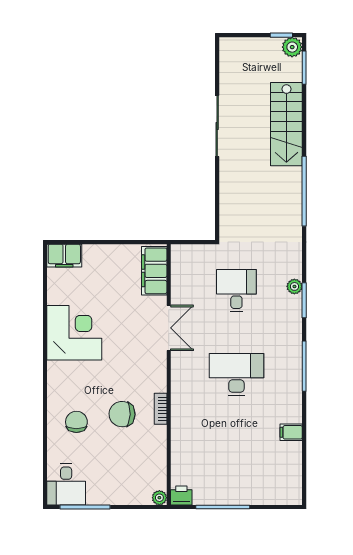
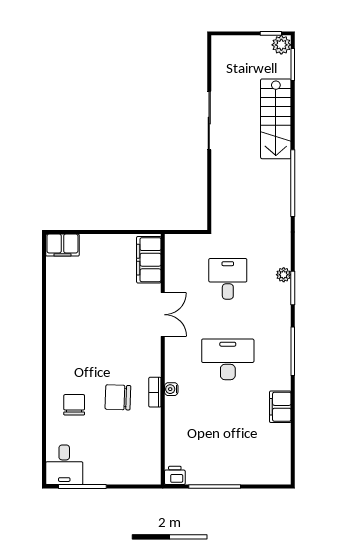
corner desk: (74, 333) -> (72, 319), removed
water cooler: (178, 406) -> (171, 389), added
filing cabinet: (291, 432) -> (280, 407), width x2.00
plant: (159, 498) -> (154, 478), removed

